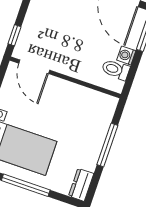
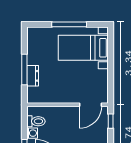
door: (34, 67) -> (90, 105), swing flipped
dresser: (81, 185) -> (33, 76), moved

